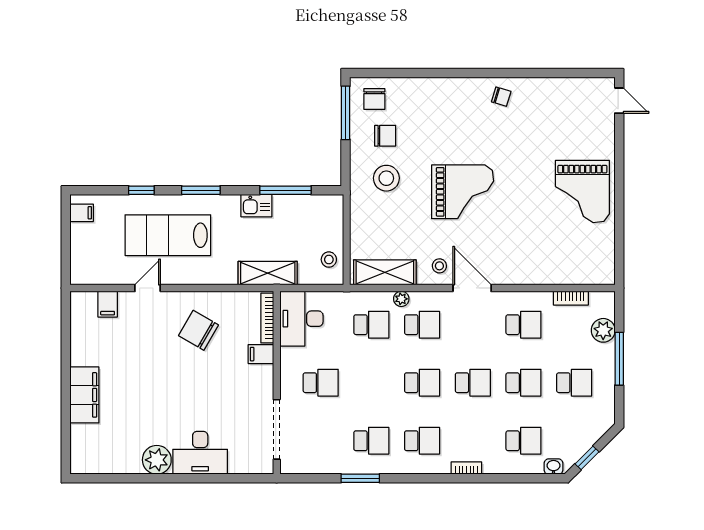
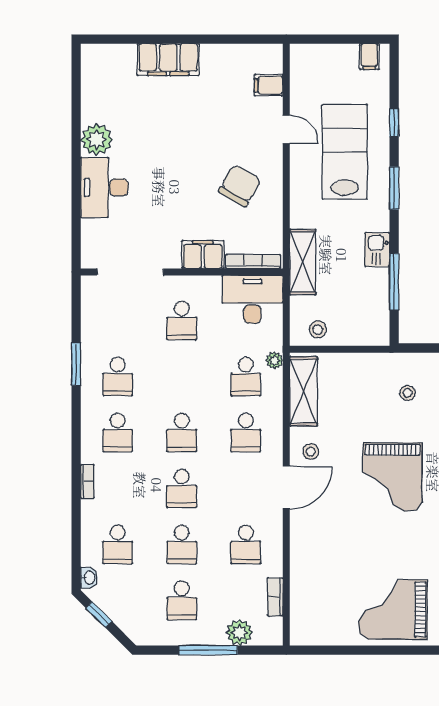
stool: (386, 178) -> (408, 393), width x0.53, depth x0.53
plant: (401, 299) -> (274, 360), moved
filing cabinet: (261, 354) -> (203, 255), width x2.00

